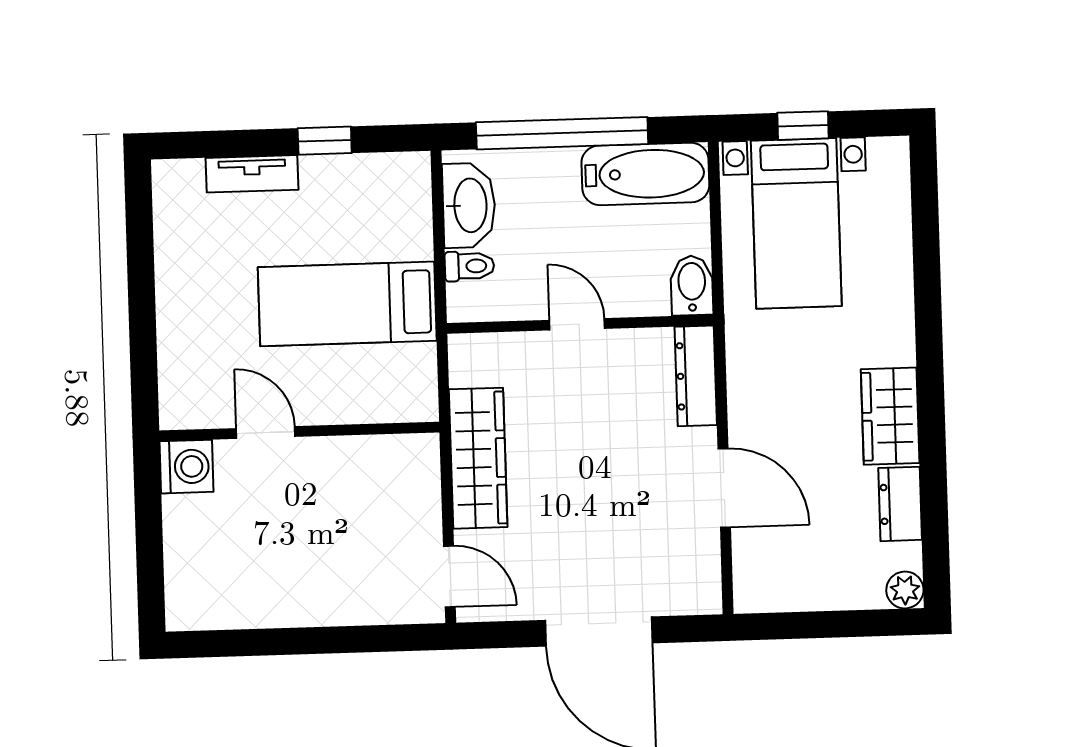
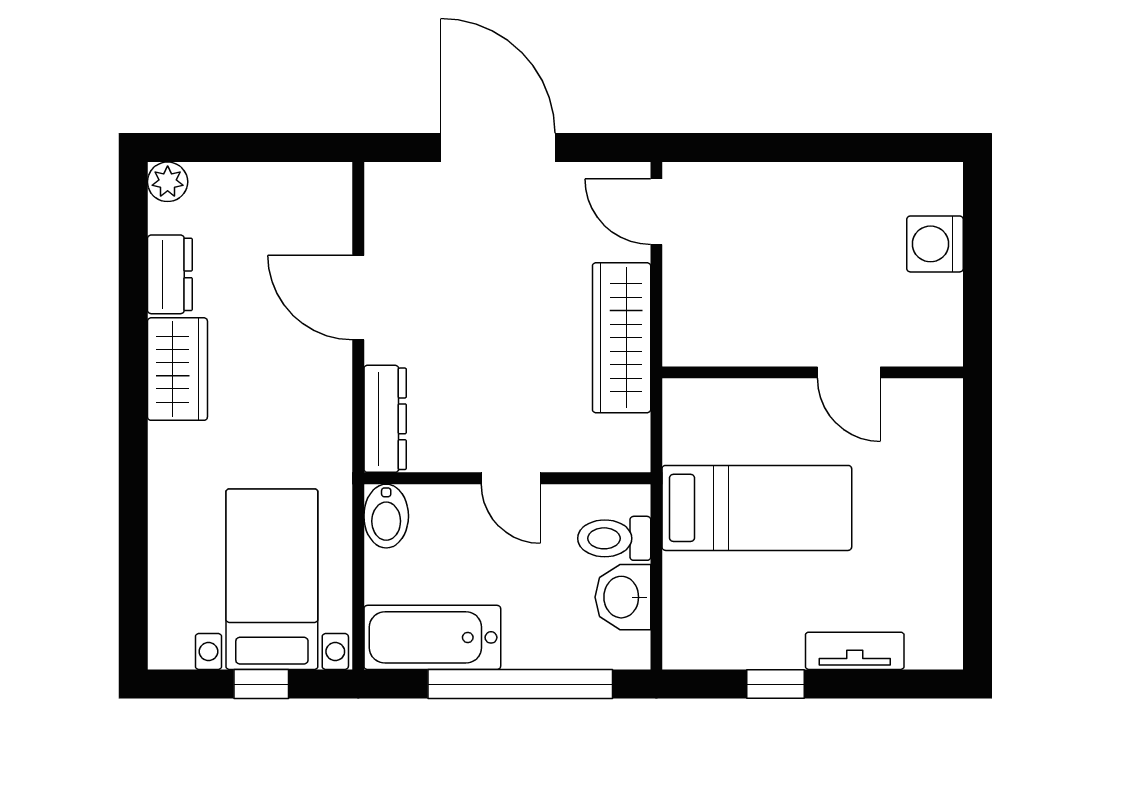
washbasin: (469, 205) -> (623, 597), width x0.72
toilet: (469, 266) -> (614, 538), width x1.37, depth x1.39
washing machine: (187, 467) -> (935, 244), moved

